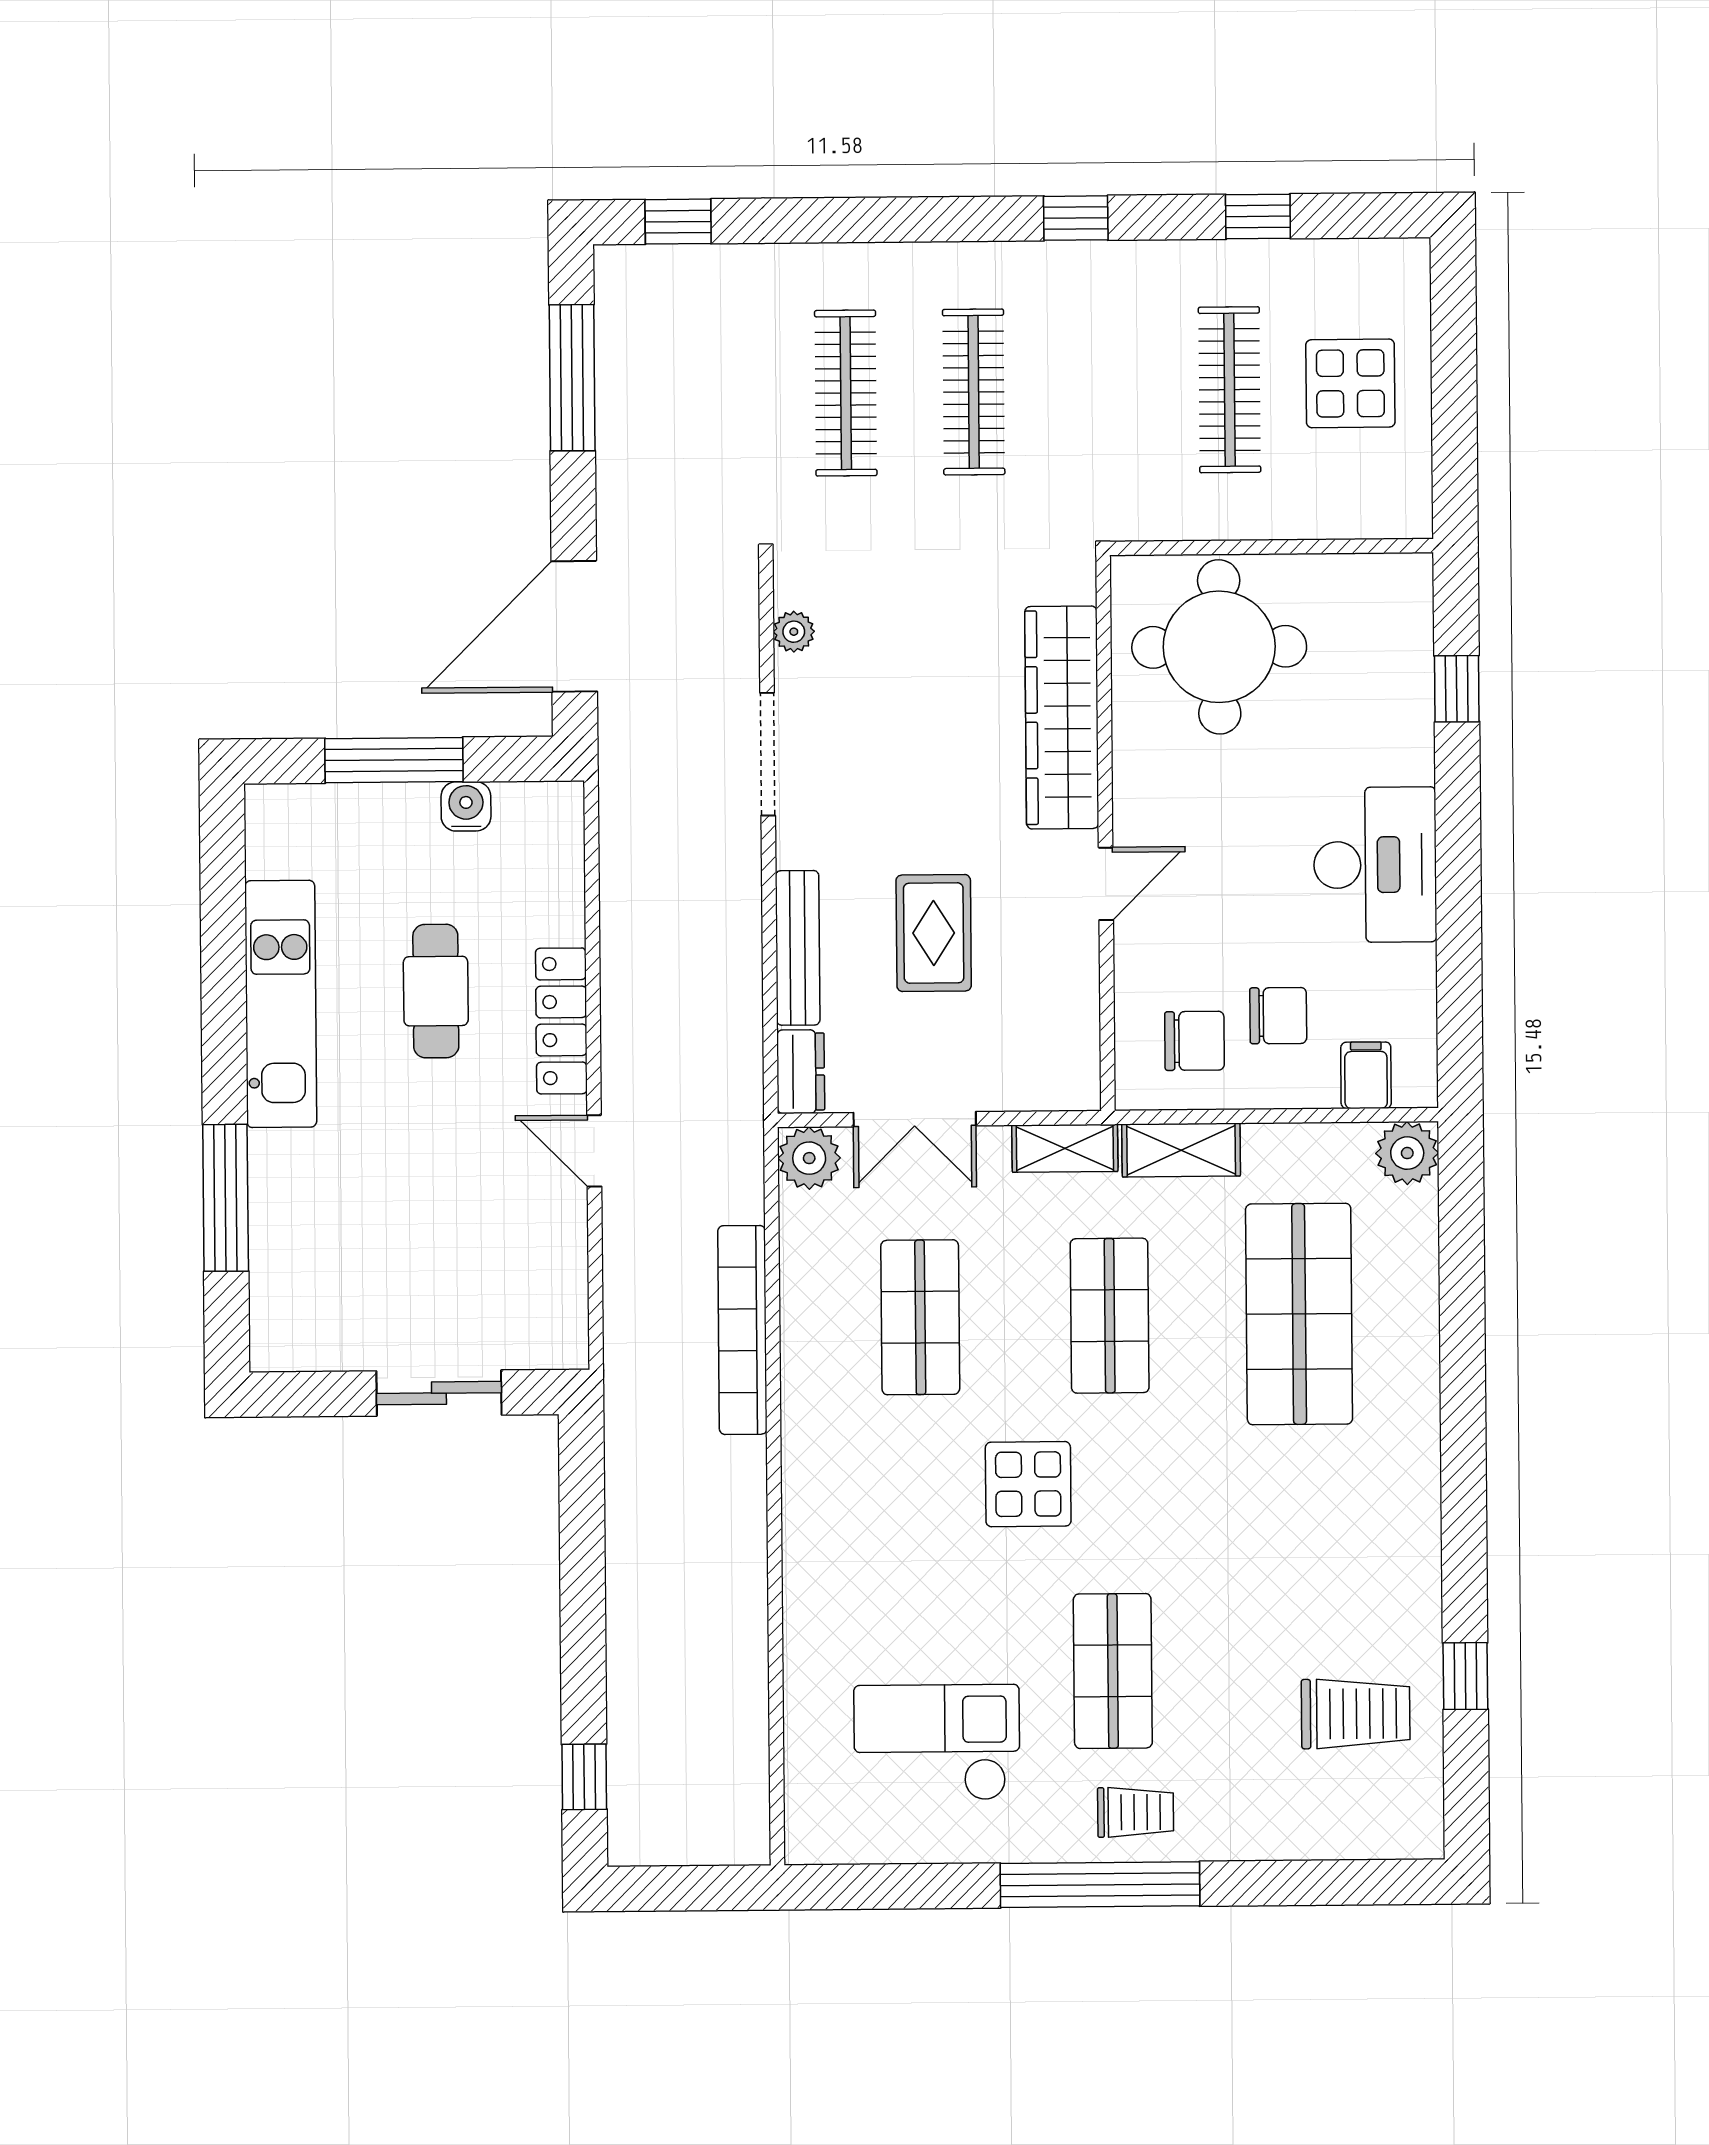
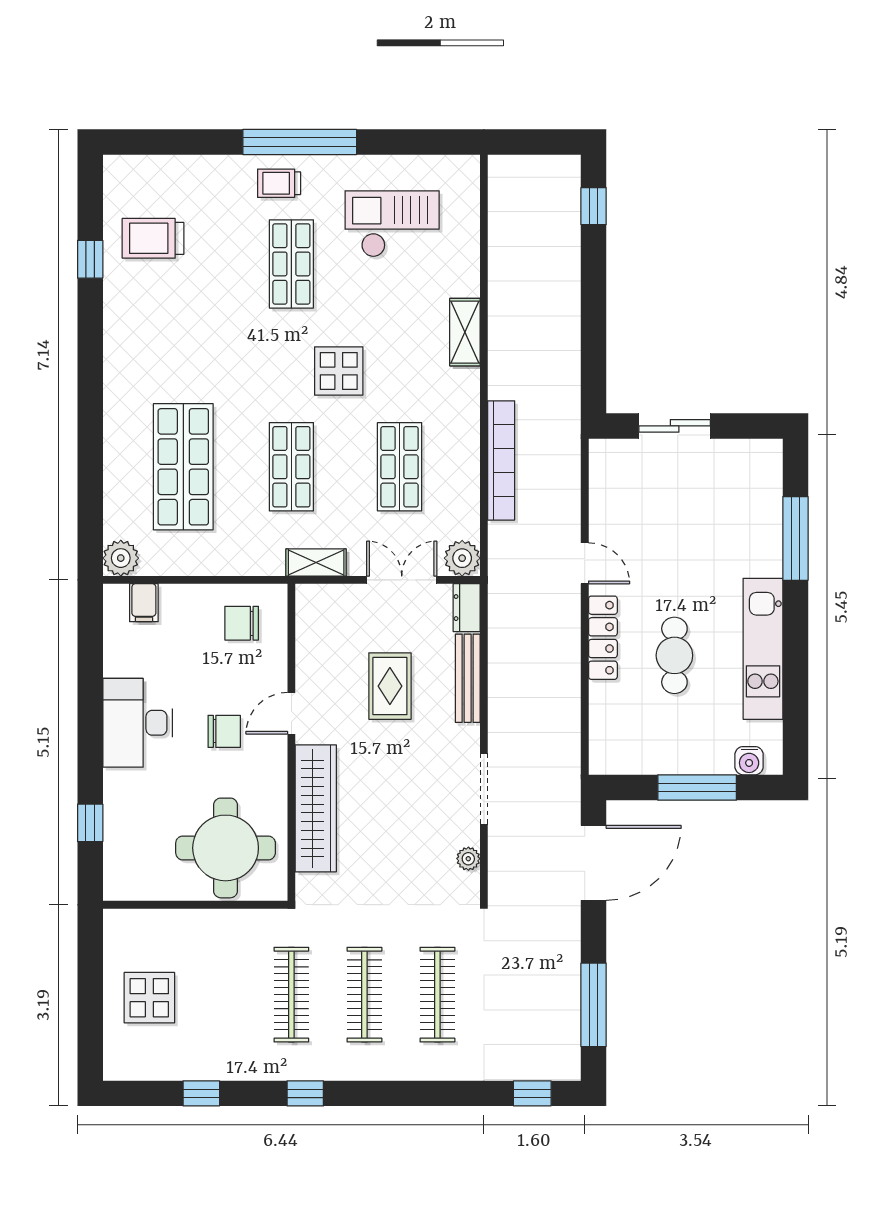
clothes rail: (1230, 390) -> (291, 995), moved
water cooler: (466, 806) -> (749, 761), moved
chair: (1278, 1016) -> (224, 731), moved, turned 180
shelving: (1181, 1150) -> (465, 332), moved, turned 90
checkout: (937, 1743) -> (392, 224), turned 180

